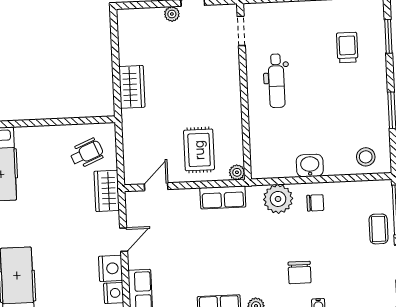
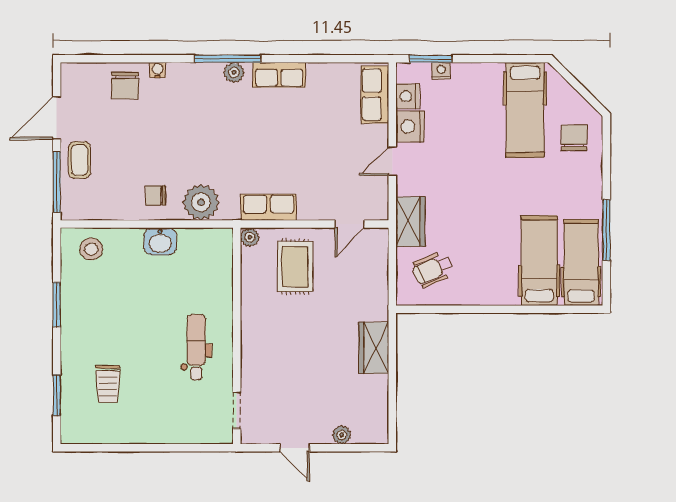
plant: (172, 14) -> (342, 435), moved
chair: (300, 272) -> (125, 85), moved, turned 180

